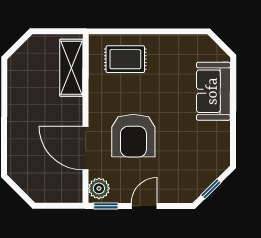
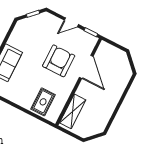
rug: (125, 59) -> (43, 102), turned 90
plant: (99, 188) -> (90, 43), removed

